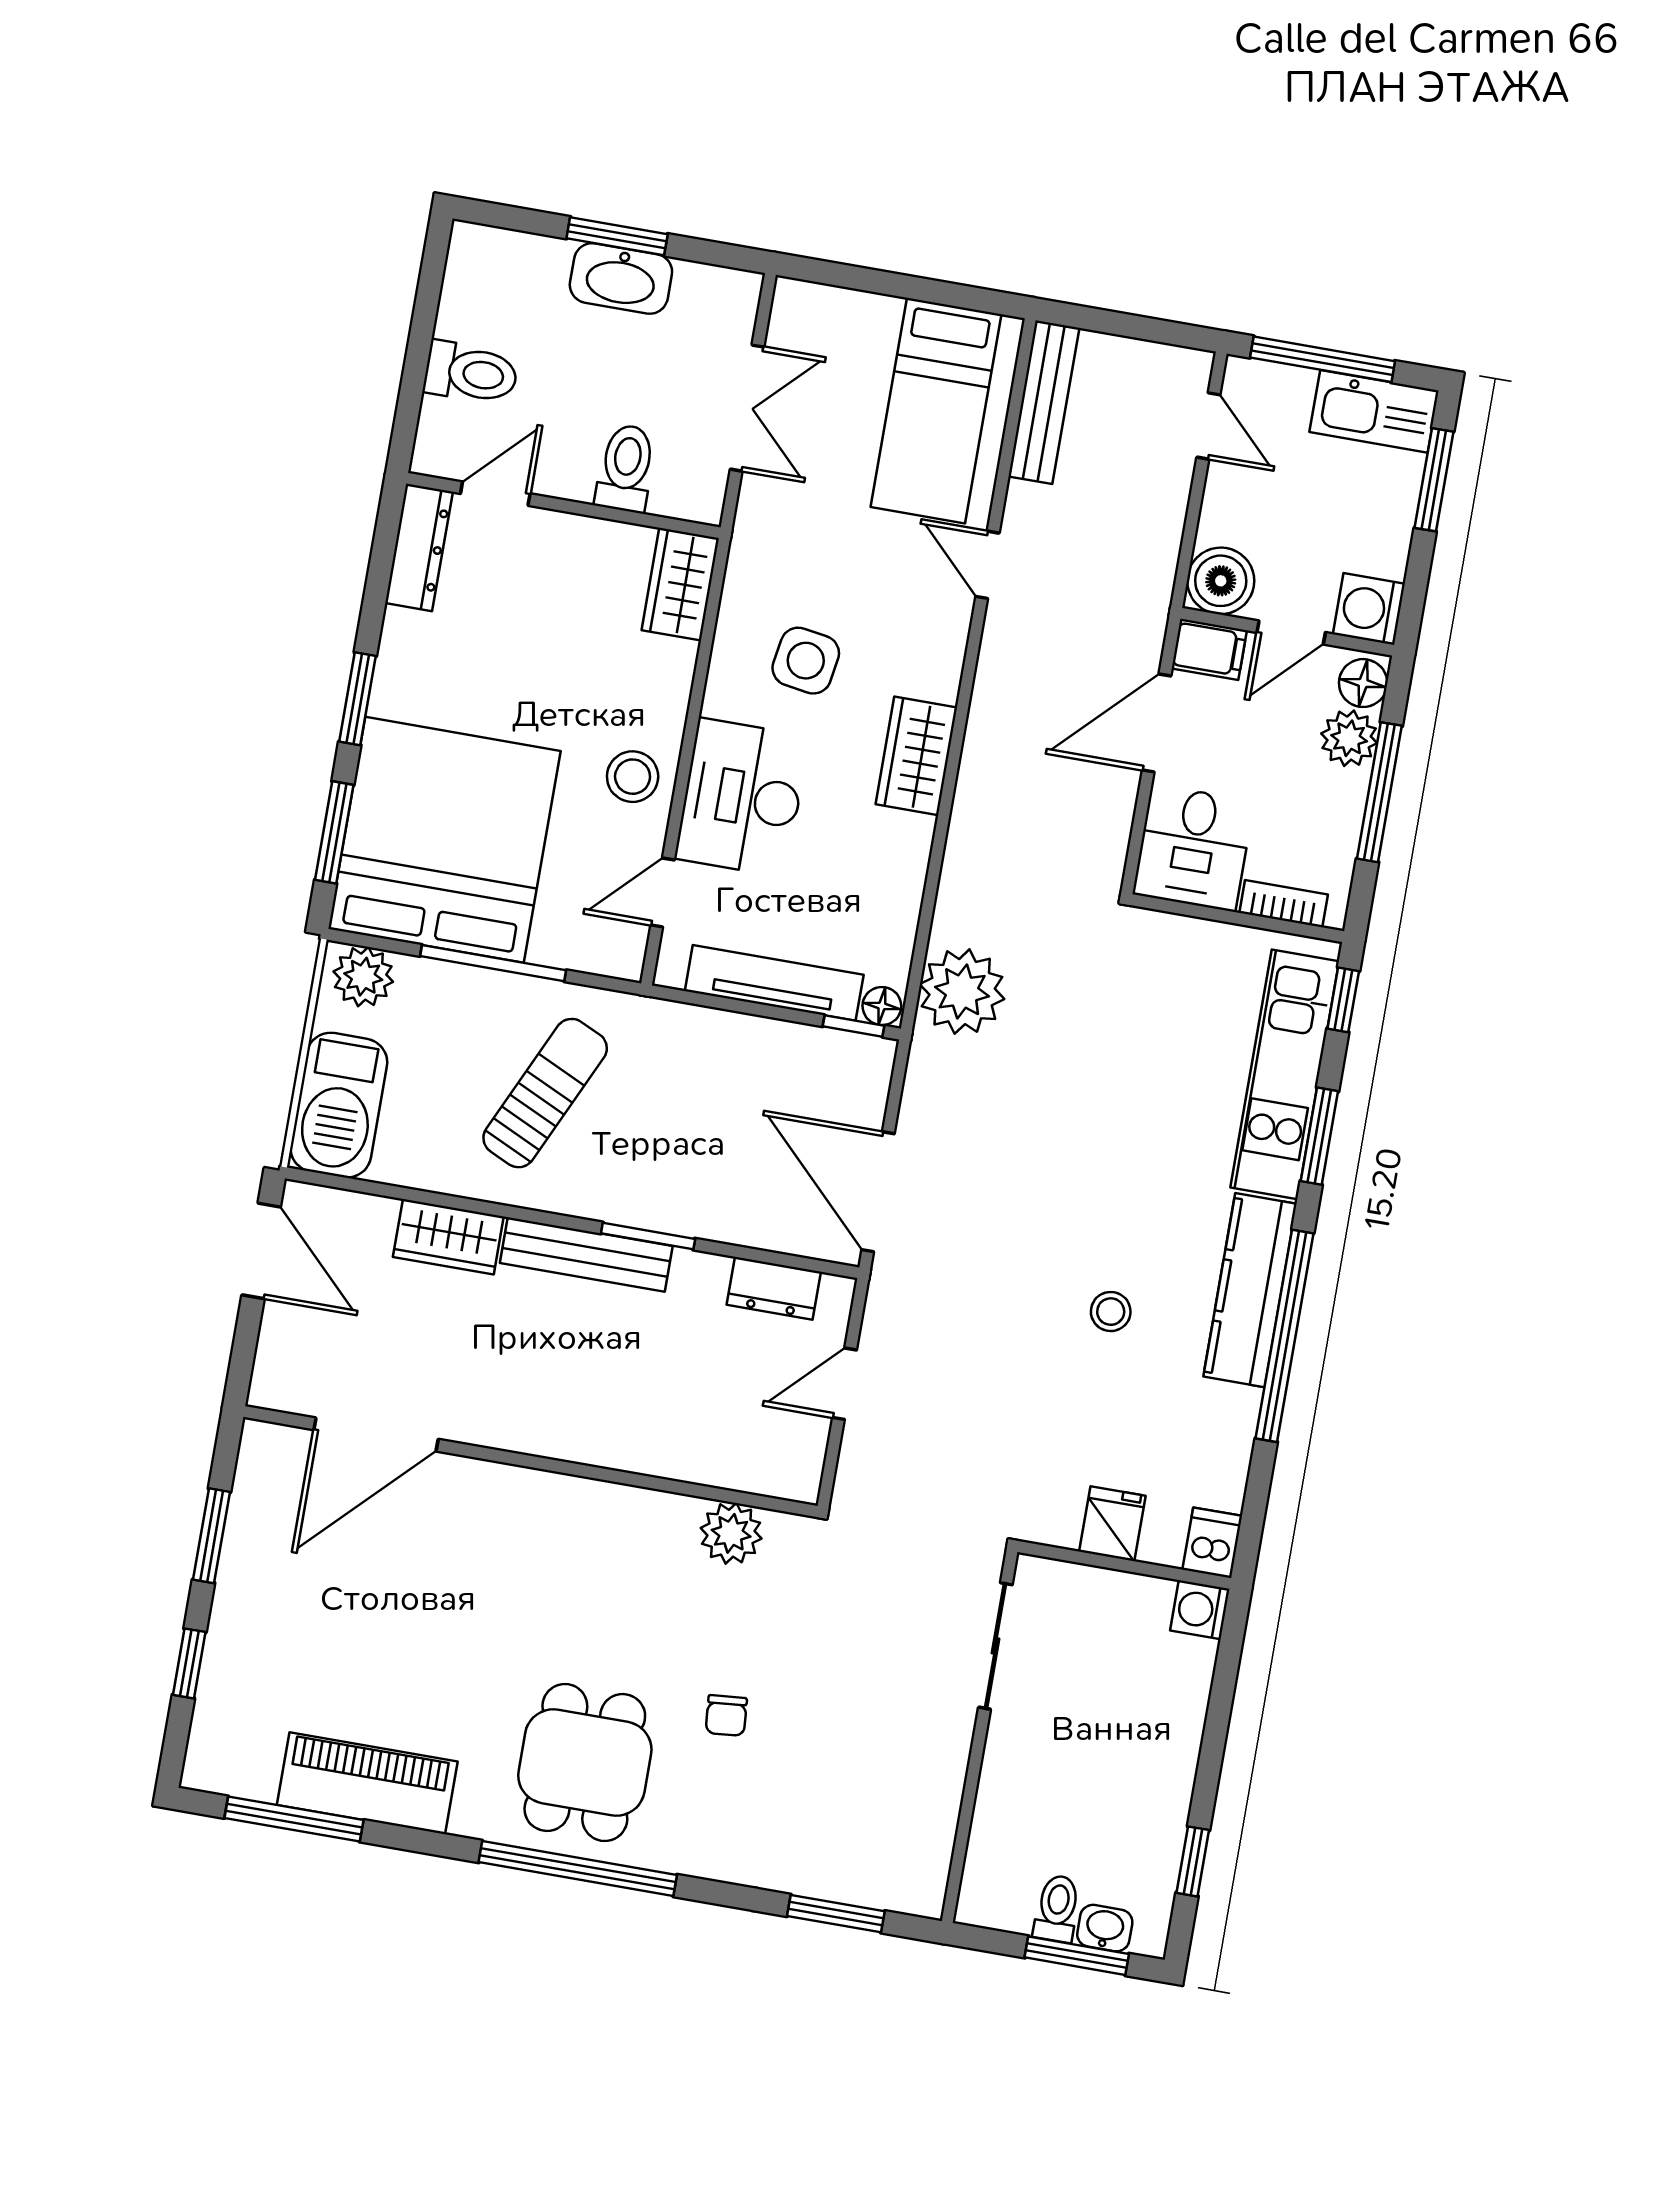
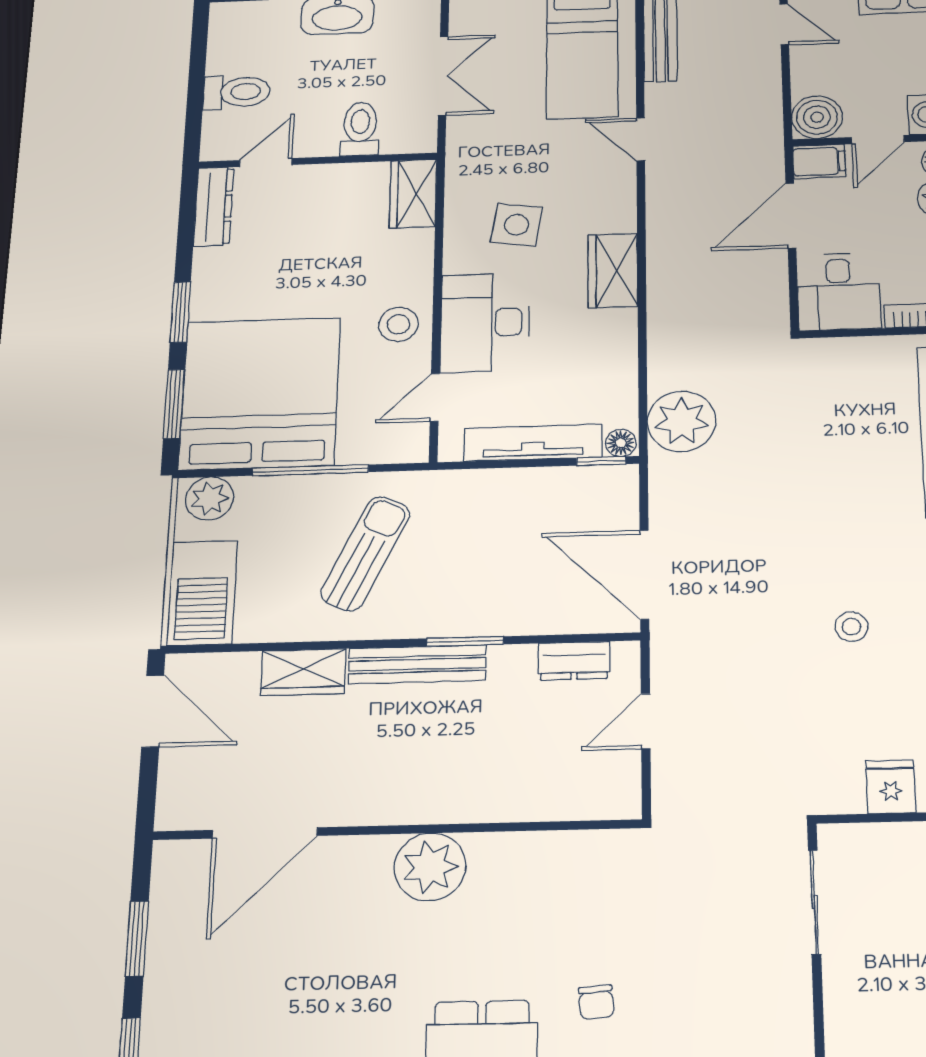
plant: (731, 1533) -> (430, 867), moved, width x1.36, depth x1.36

